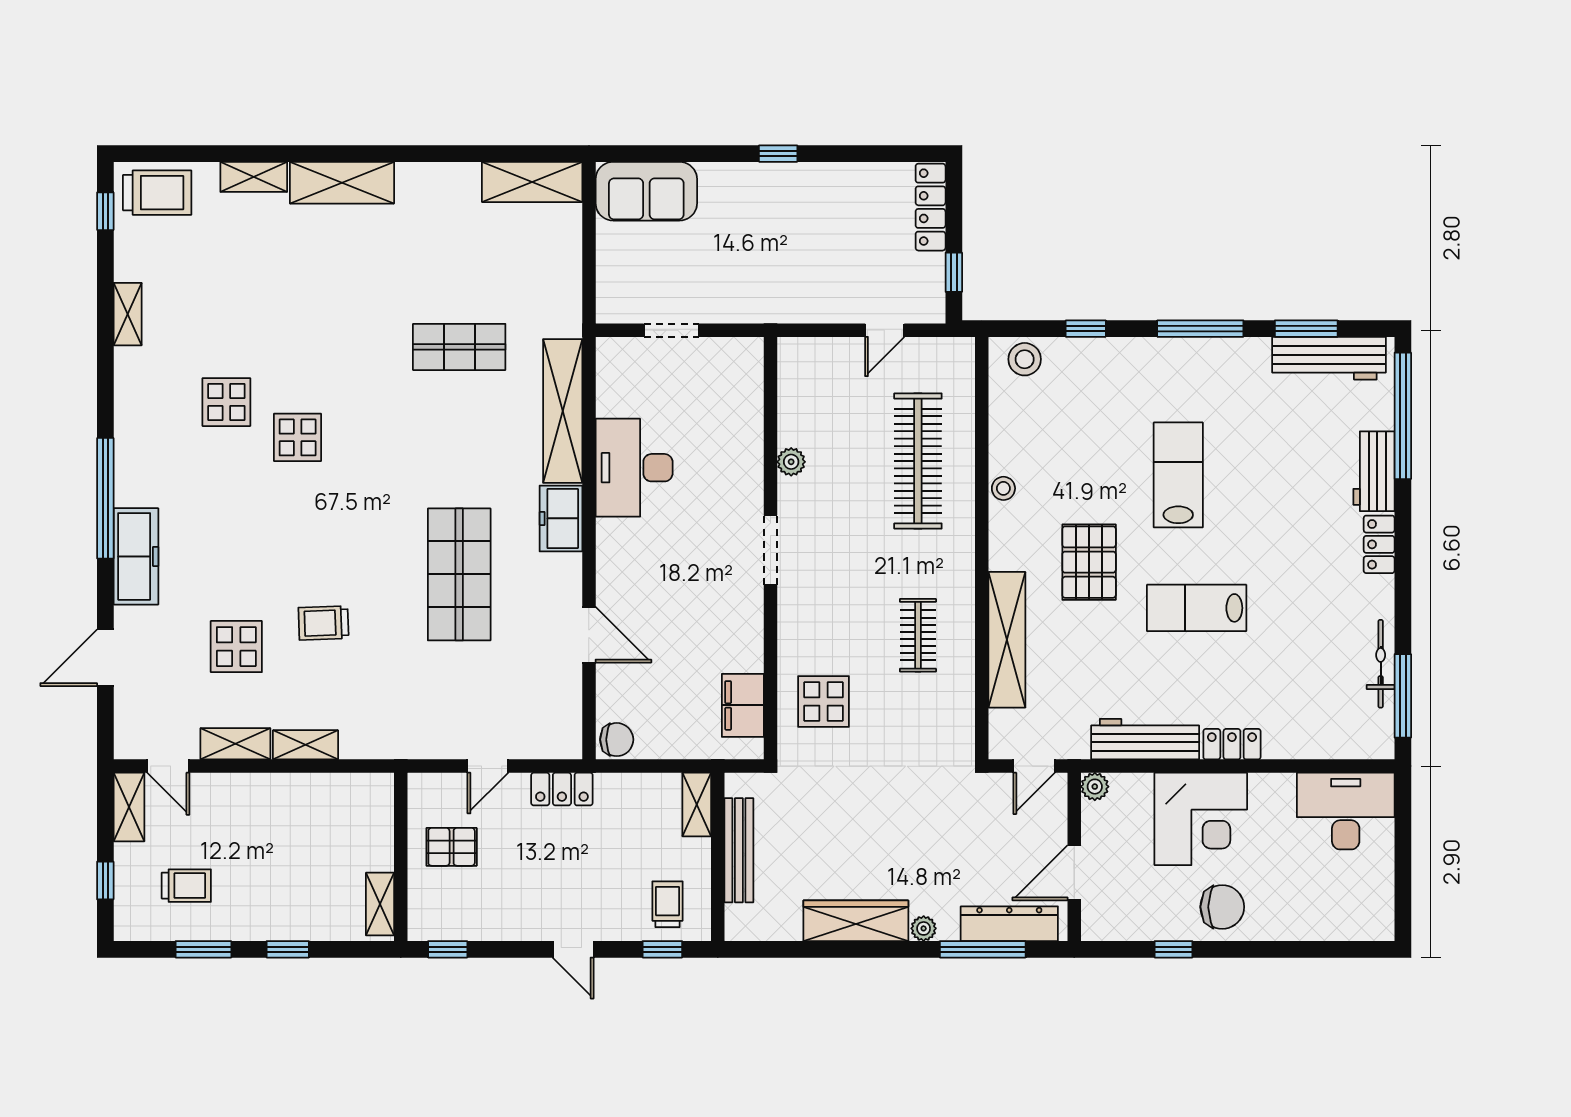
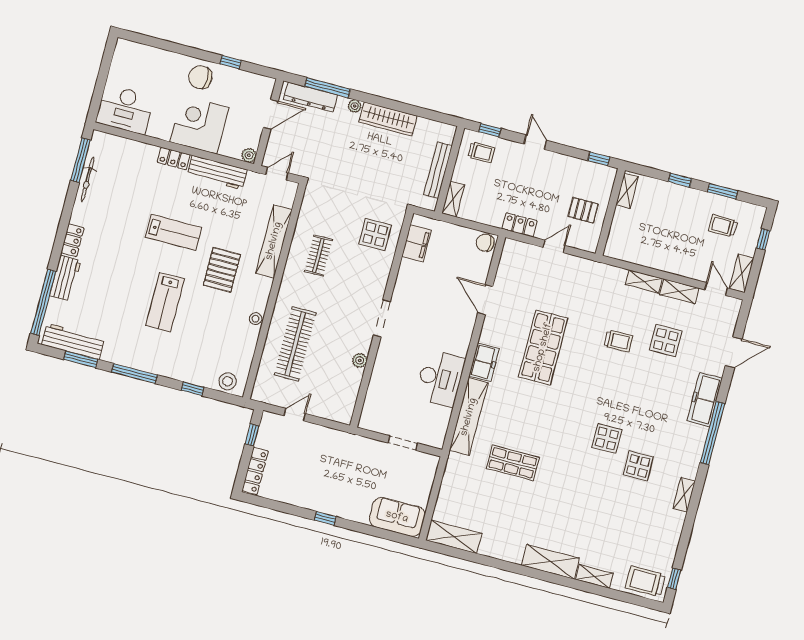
shelving: (128, 314) -> (684, 495), moved
trolley: (668, 904) -> (481, 152), turned -90

